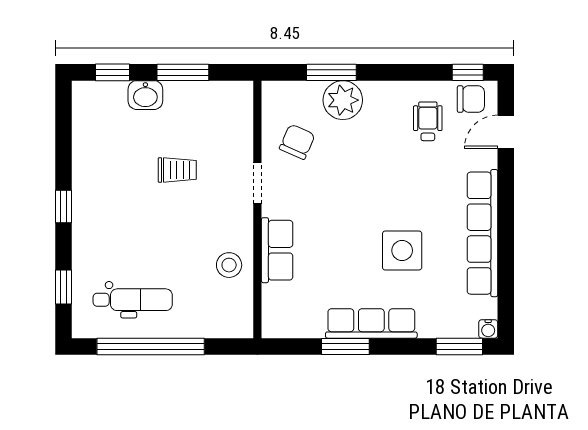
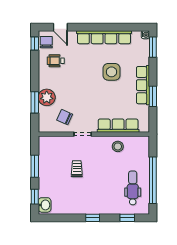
washbasin: (145, 95) -> (45, 205), moved
row of seats: (277, 250) -> (118, 126), width x1.48

